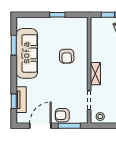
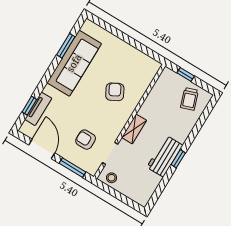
window: (57, 15) -> (132, 42), removed
armchair: (67, 56) -> (115, 92), turned 153
armchair: (62, 115) -> (86, 140), moved
door: (40, 126) -> (42, 149), hinge flipped

